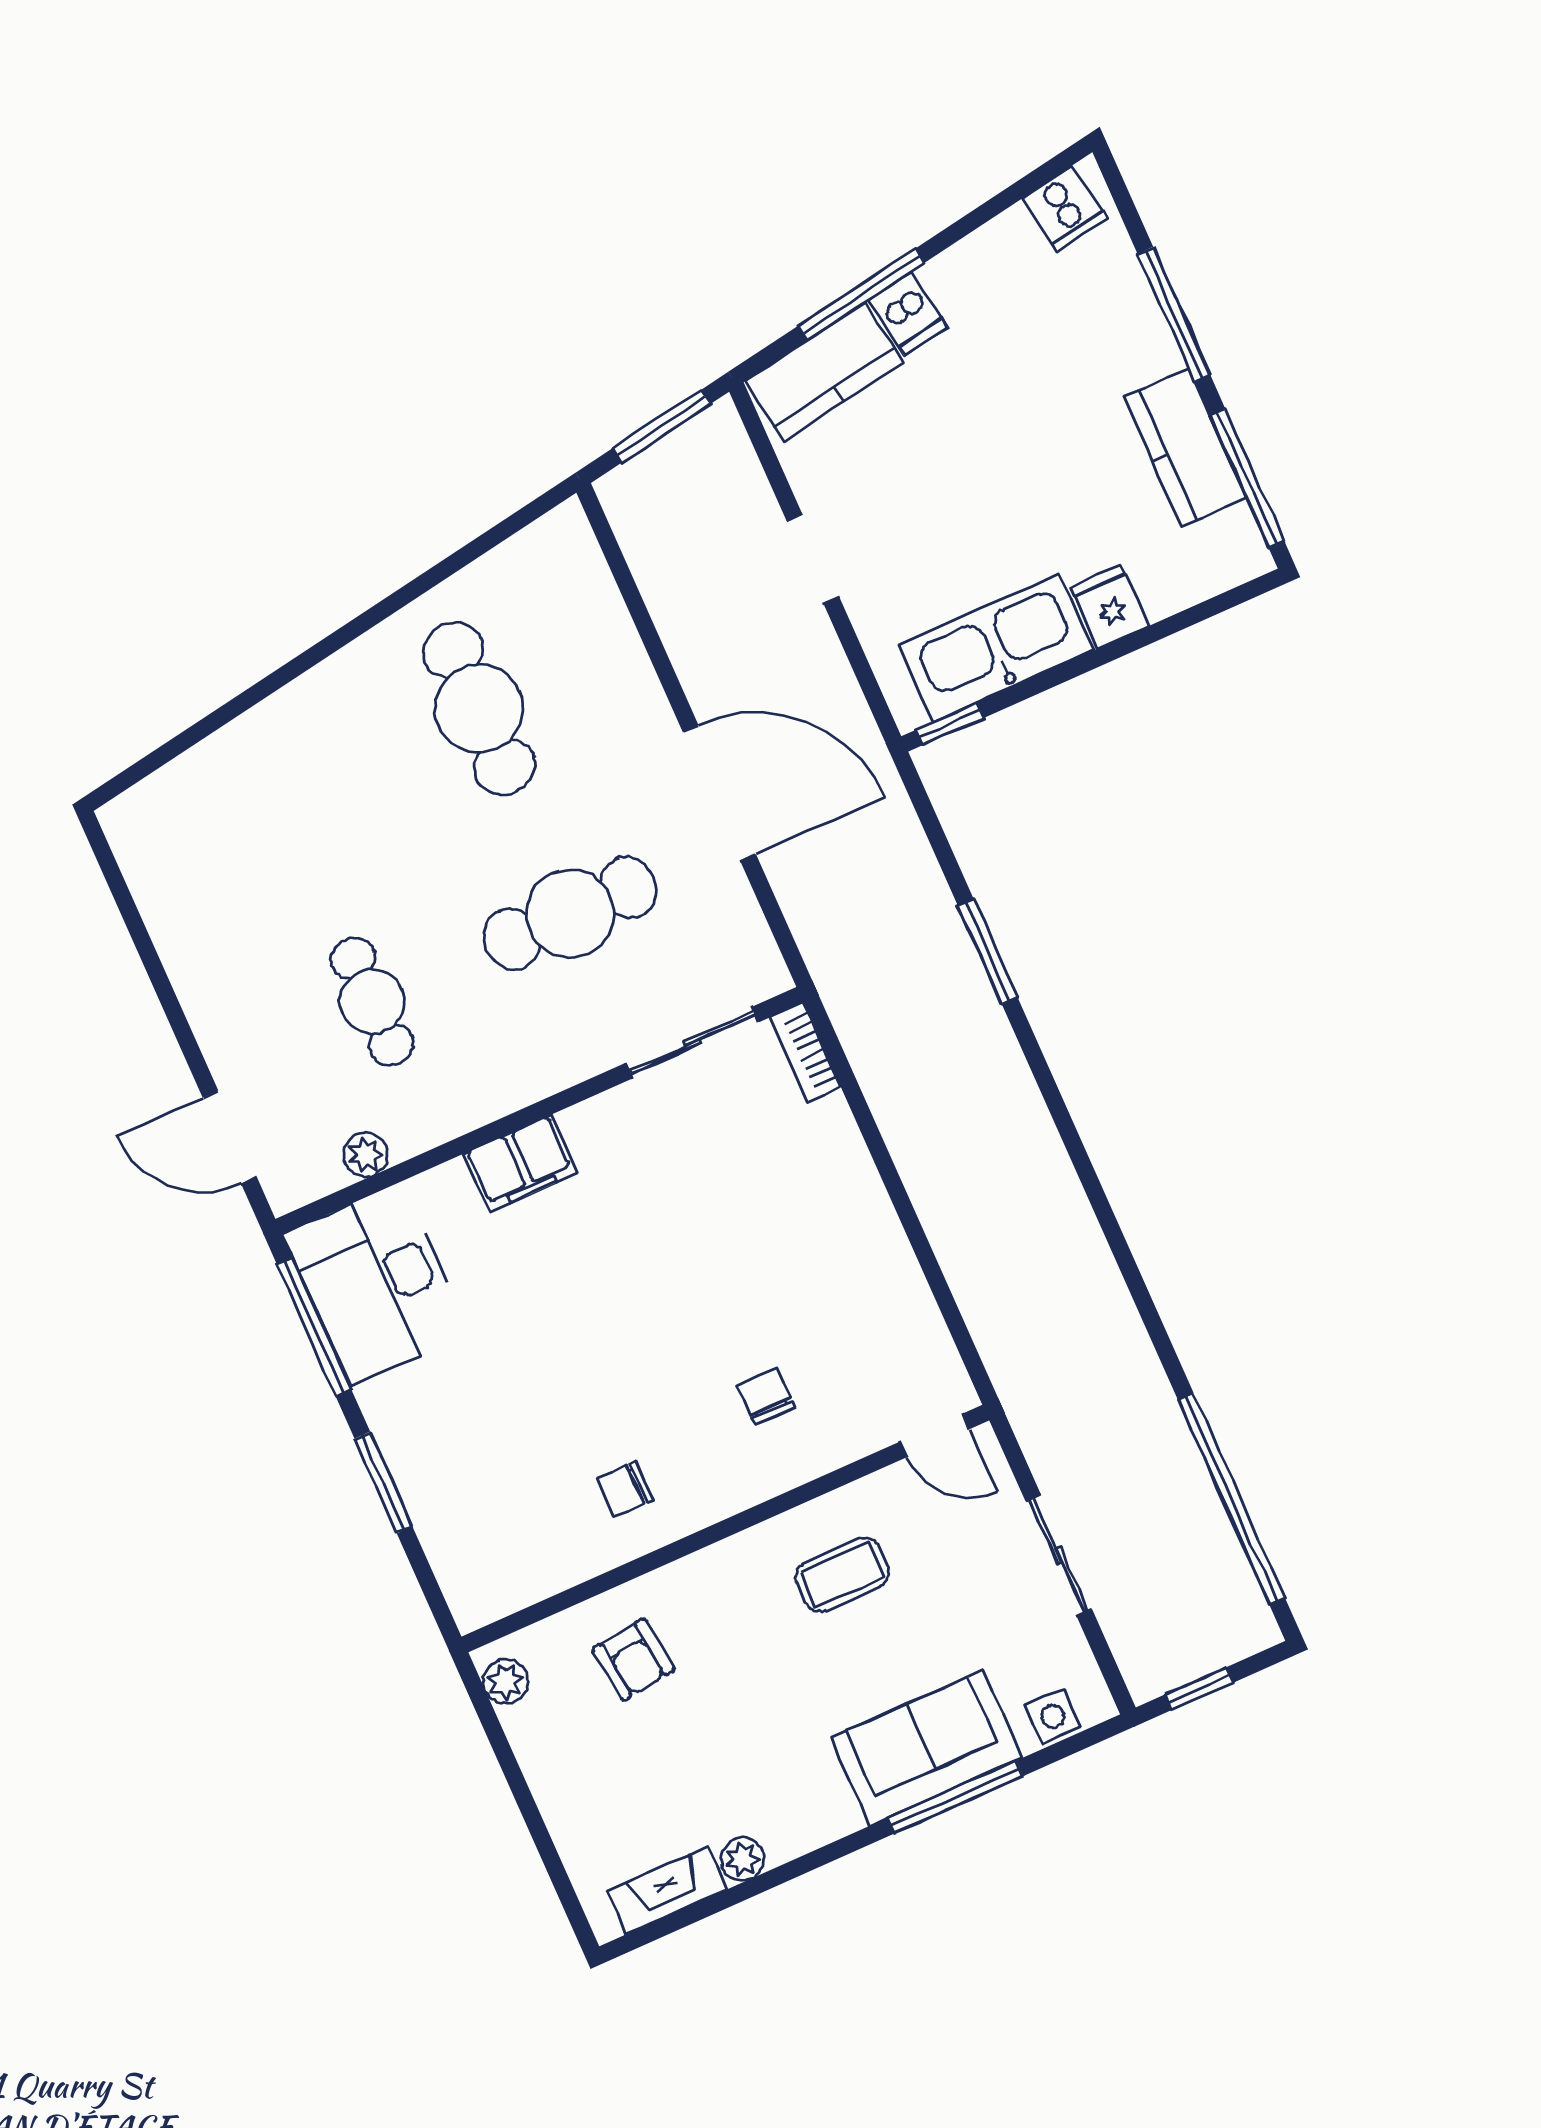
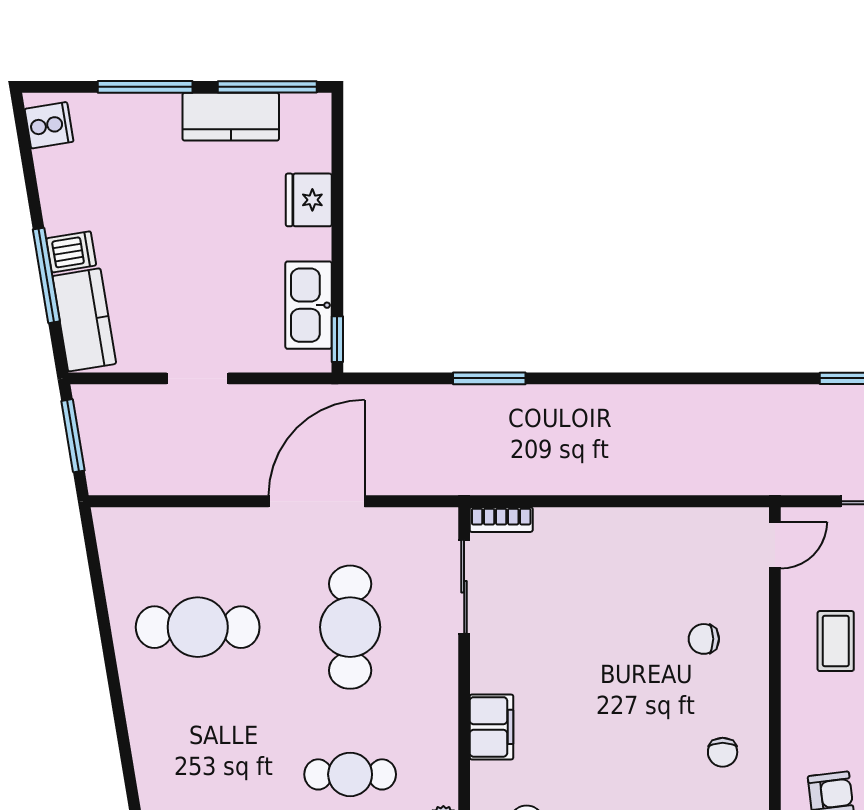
fridge: (1110, 607) -> (309, 200), width x1.38
kitchen sink: (996, 648) -> (309, 305), width x0.73, depth x0.81

